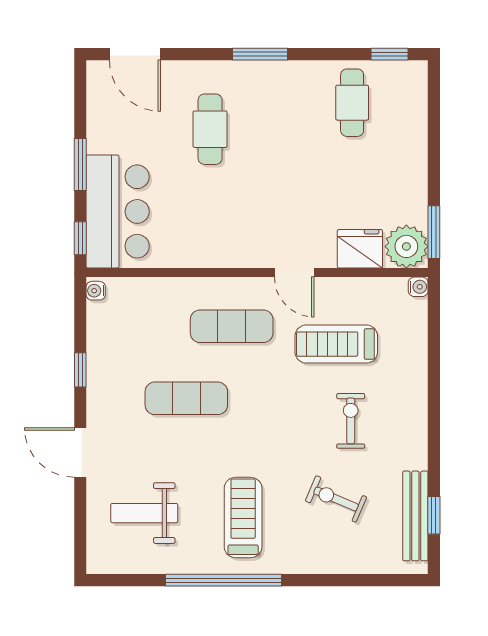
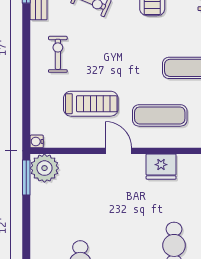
fridge: (360, 249) -> (161, 167), moved
exercise bike: (351, 421) -> (58, 54), moved, turned 180

